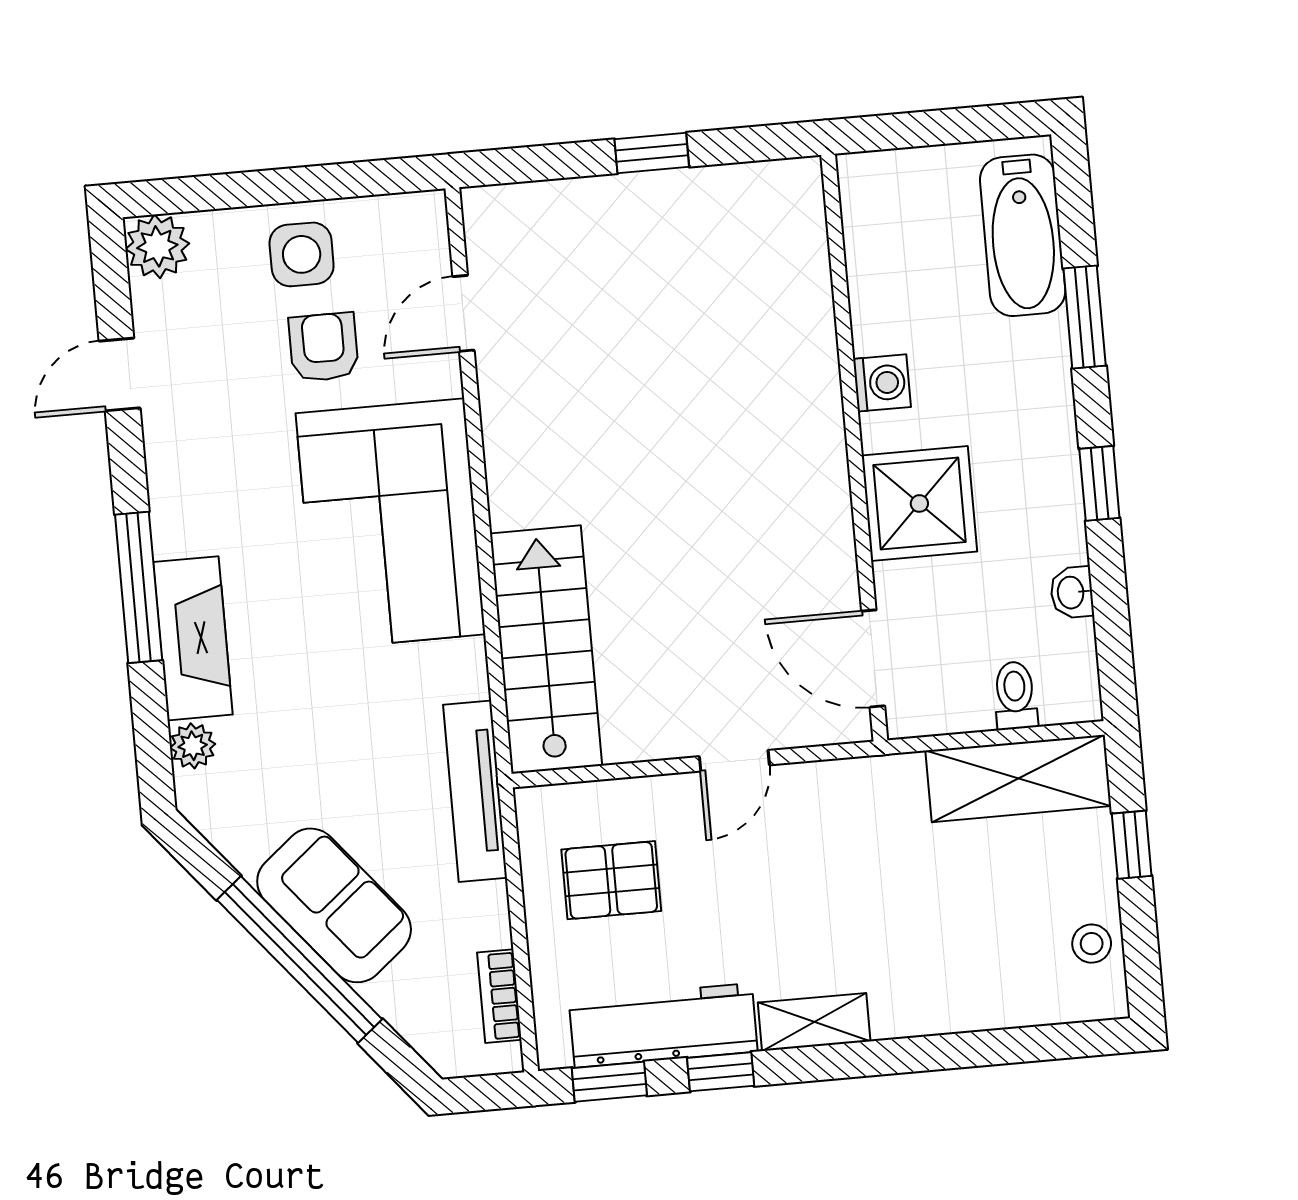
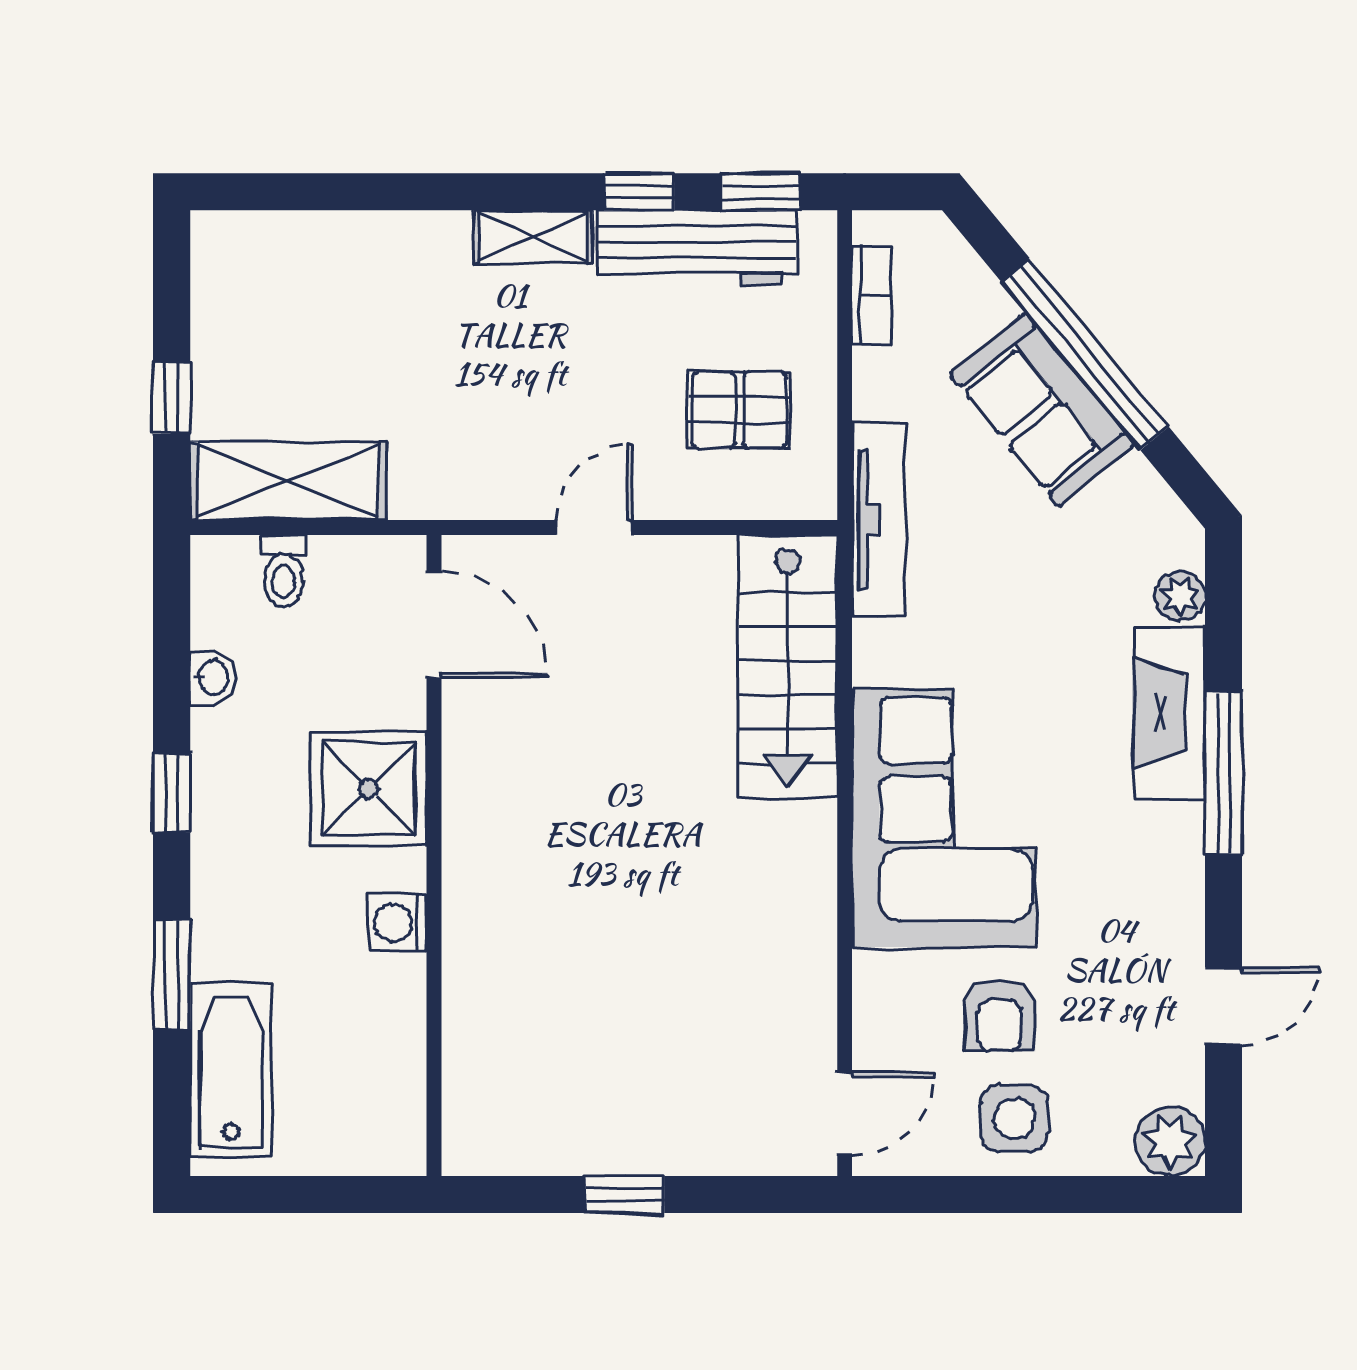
door: (463, 313) -> (845, 1114), moved
stool: (1092, 944) -> (225, 295), removed

